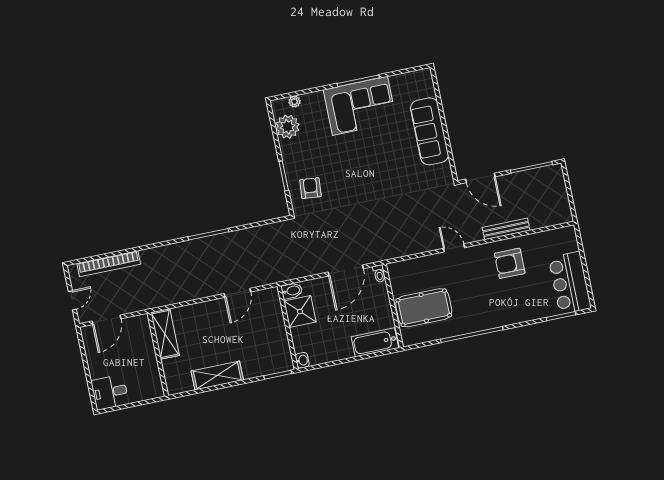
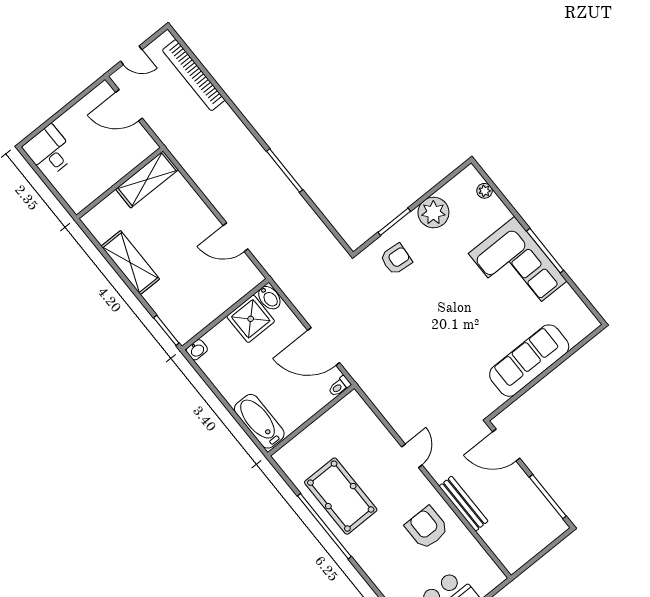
plant: (287, 127) -> (433, 213), moved
door: (480, 178) -> (506, 445), hinge flipped
pool table: (424, 308) -> (341, 496), moved

